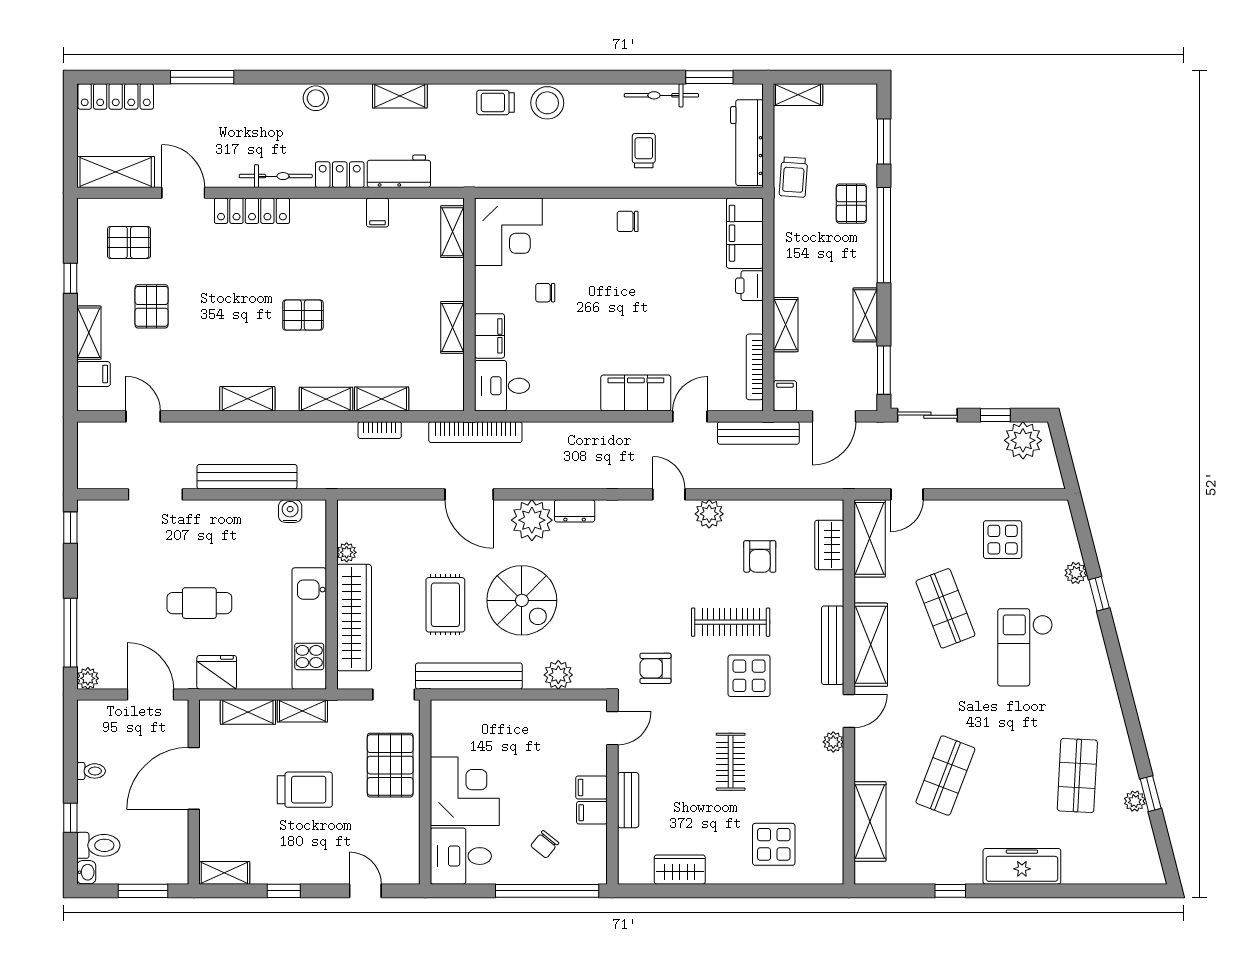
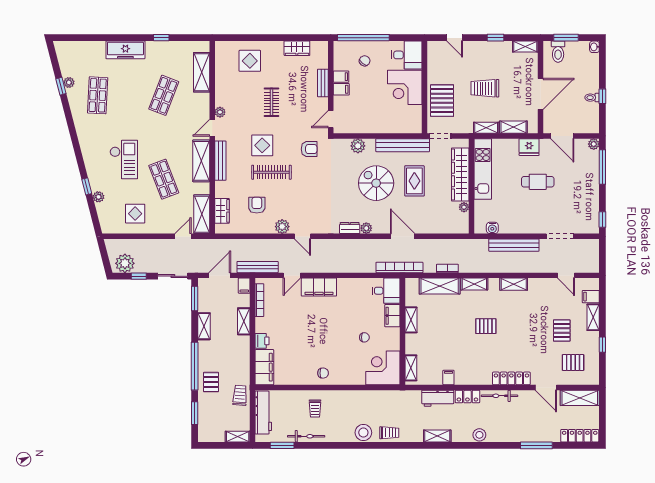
shelving: (382, 399) -> (440, 286), width x1.50, depth x1.33
plant: (532, 520) -> (366, 228), width x0.53, depth x0.53
window: (70, 818) -> (602, 96), moved
toilet: (98, 845) -> (558, 52), moved, turned -90

